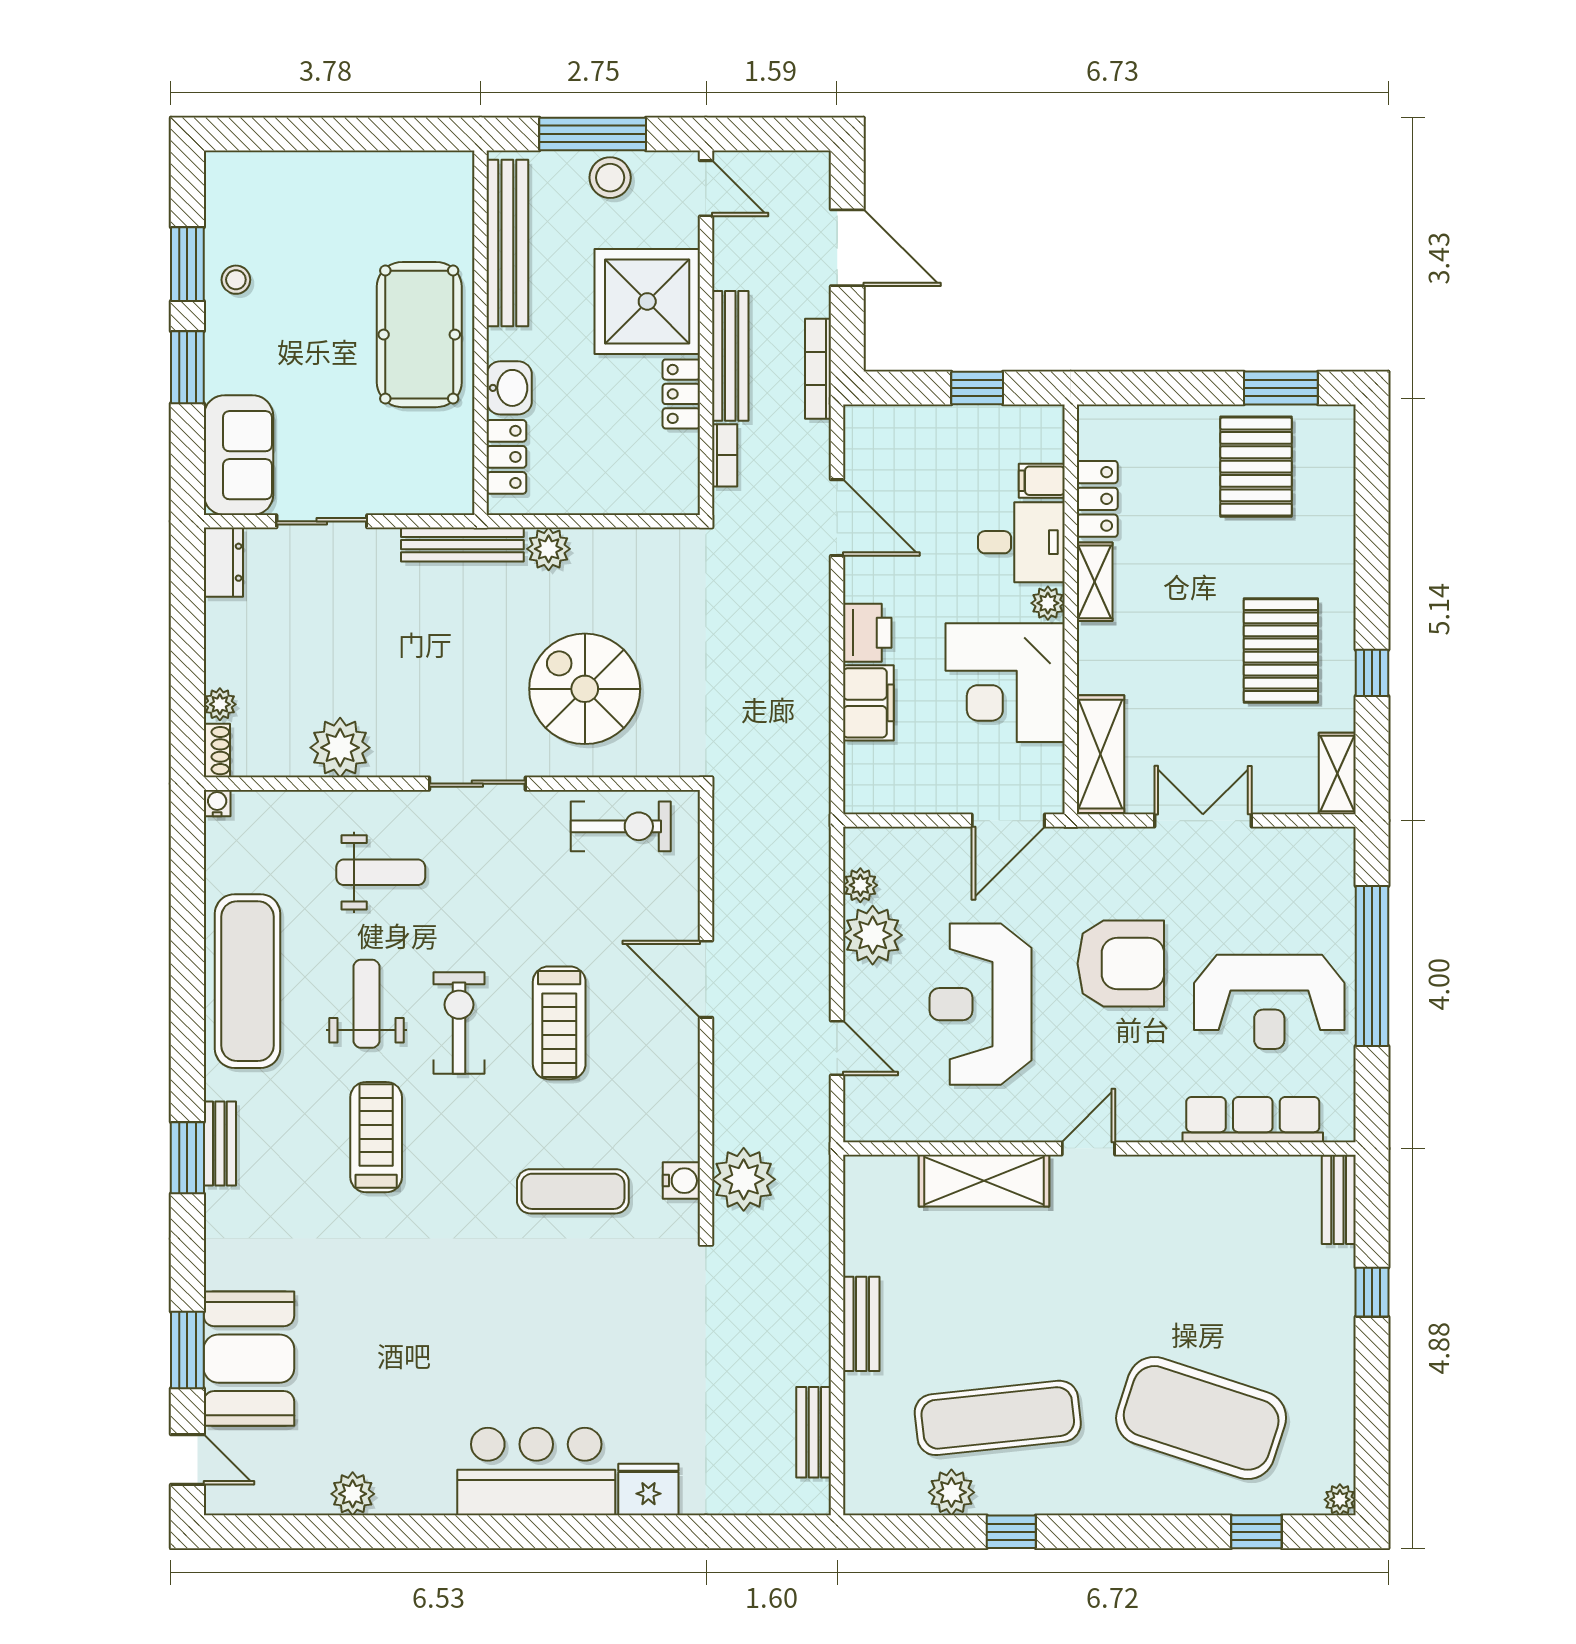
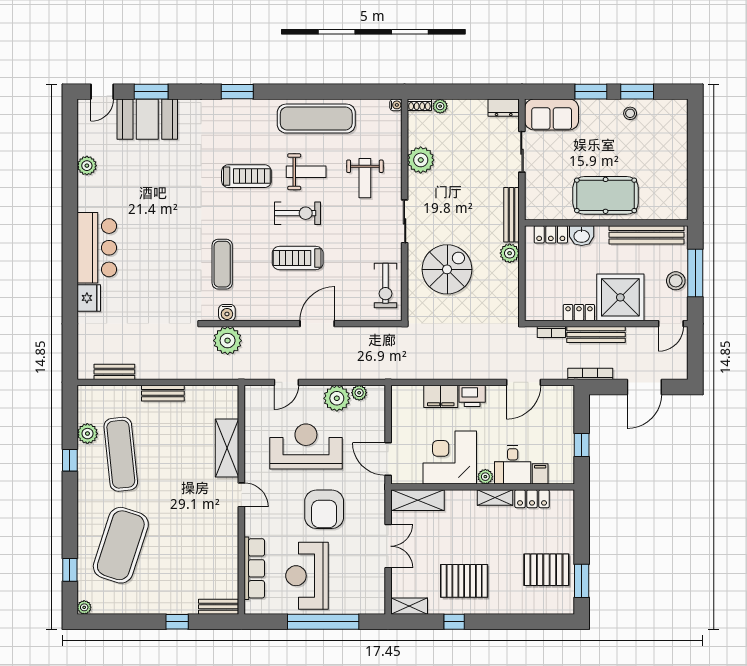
bench: (220, 1143) -> (244, 106), removed

